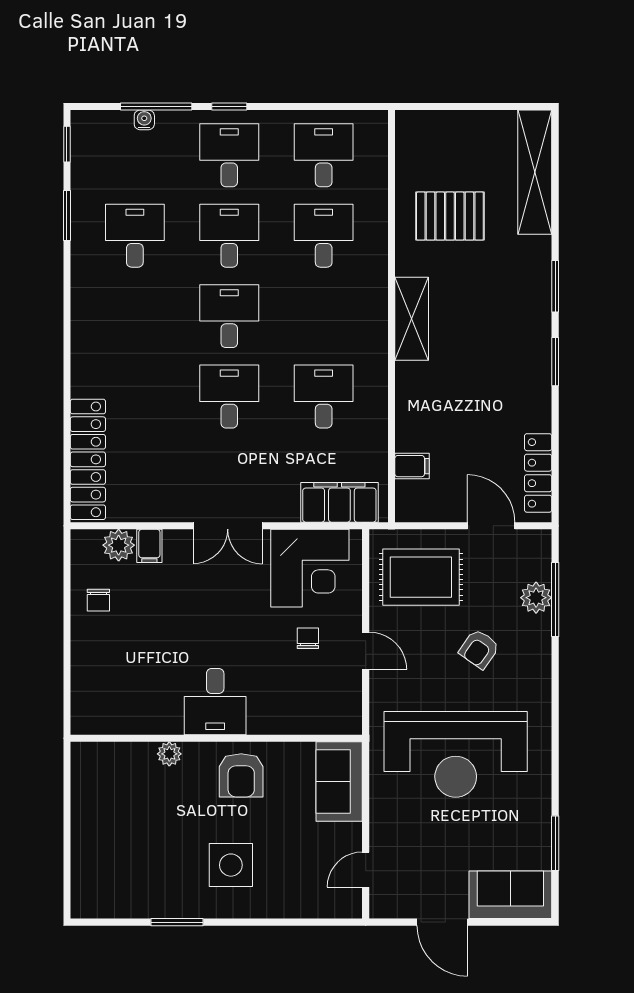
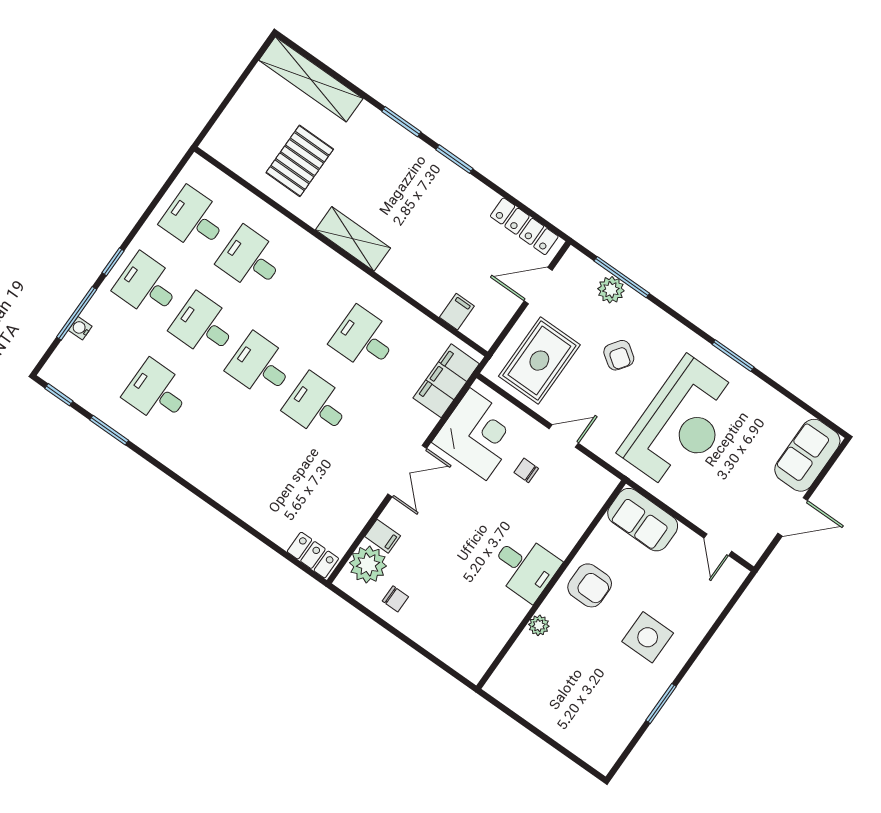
locker: (88, 459) -> (313, 555), width x0.46, depth x0.83
plant: (119, 545) -> (368, 564), width x1.36, depth x1.36
window: (555, 843) -> (733, 356), moved

